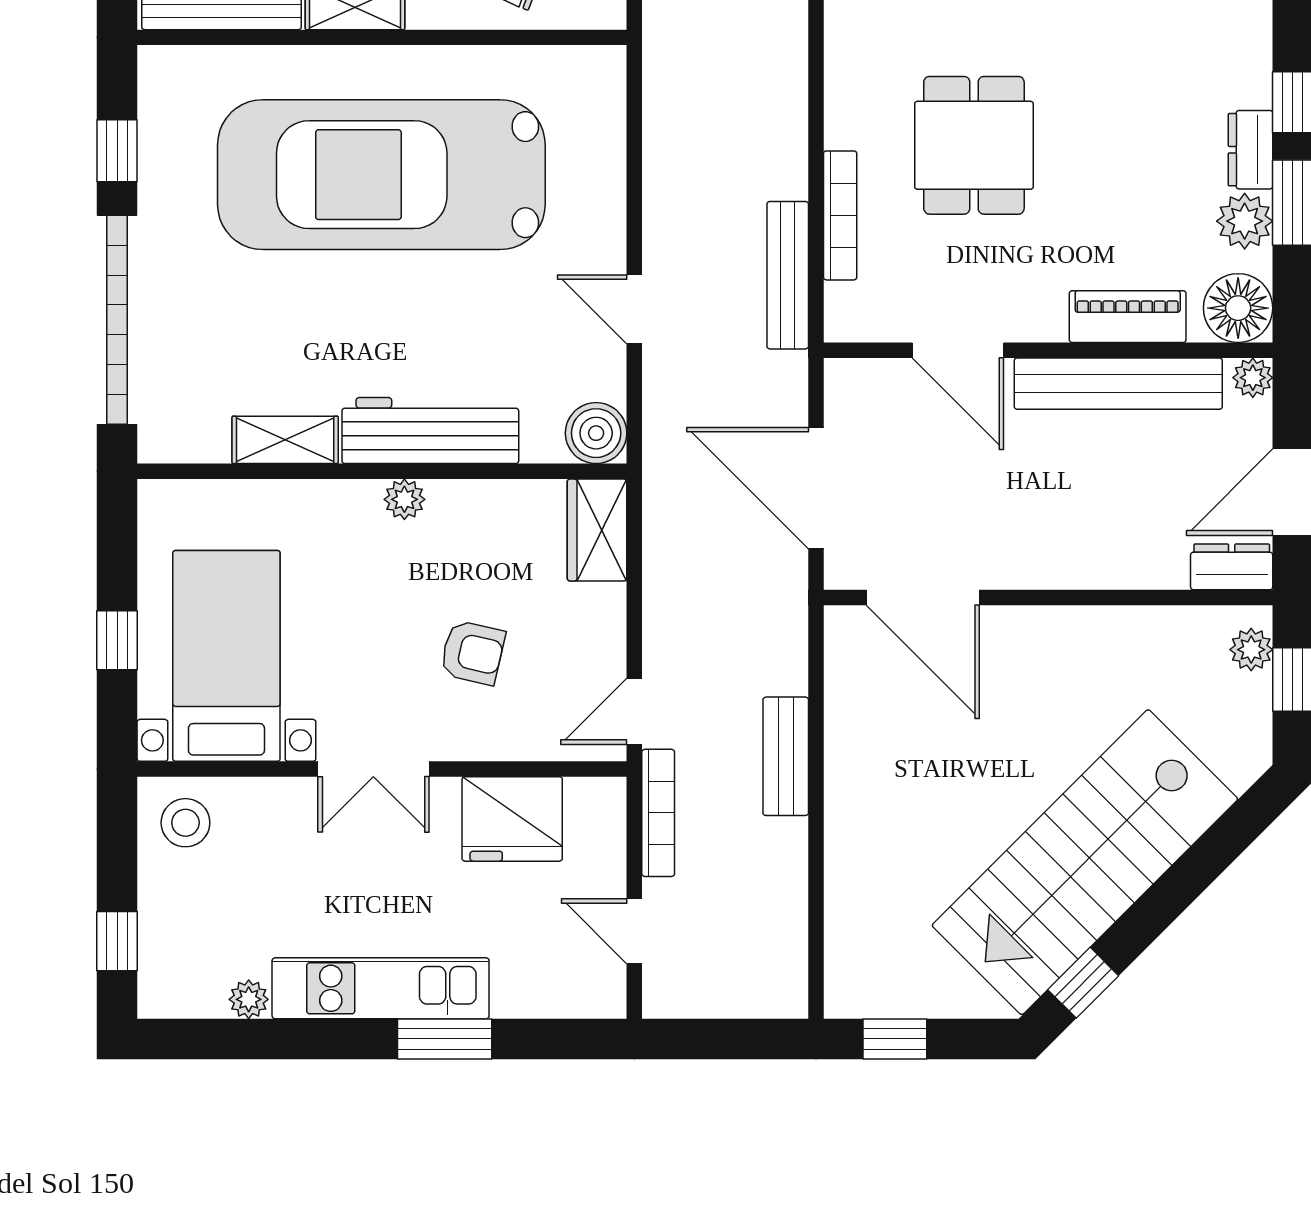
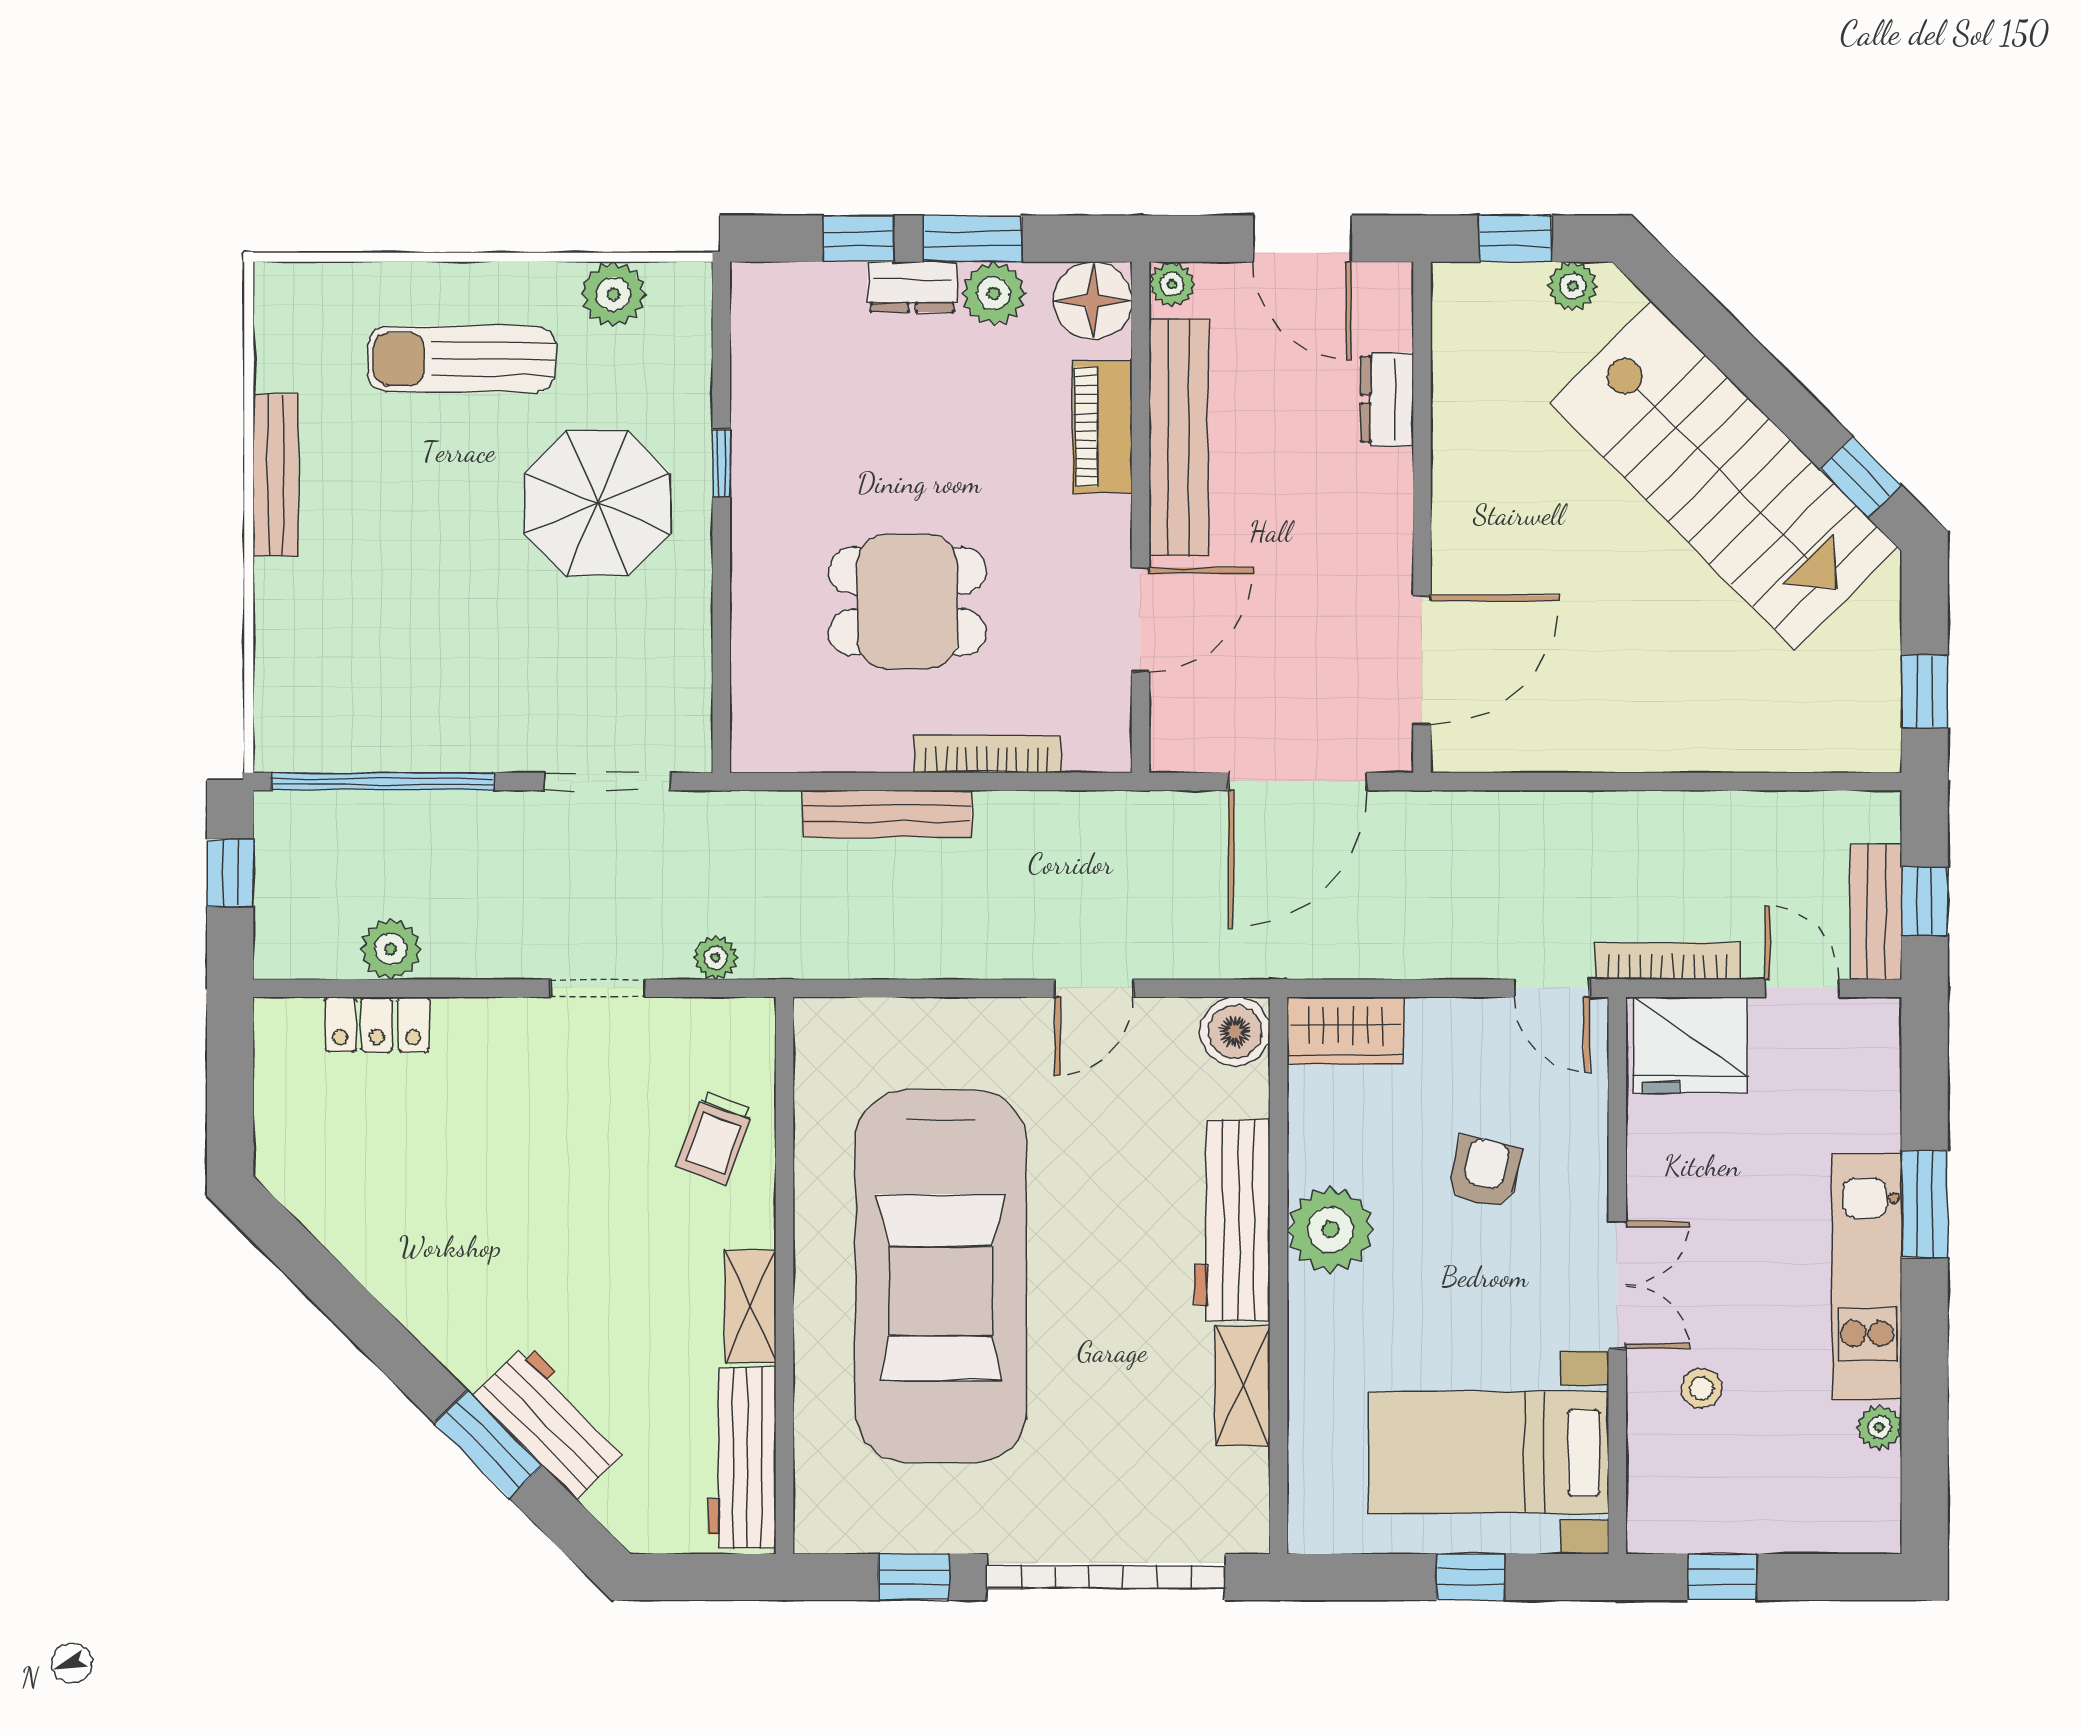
bench: (788, 275) -> (887, 814), moved
plant: (404, 499) -> (1331, 1229), width x1.87, depth x1.87
dresser: (1232, 567) -> (1387, 399), moved
plant: (1251, 650) -> (1573, 286), moved
bench: (786, 756) -> (1876, 912), moved, turned 90
fridge: (512, 819) -> (1690, 1045), moved, turned 90
stool: (185, 823) -> (1702, 1388), moved, width x0.73, depth x0.73
door: (634, 931) -> (1802, 988), swing flipped
window: (117, 941) -> (1722, 1577), moved
window: (711, 1039) -> (1925, 901), added

